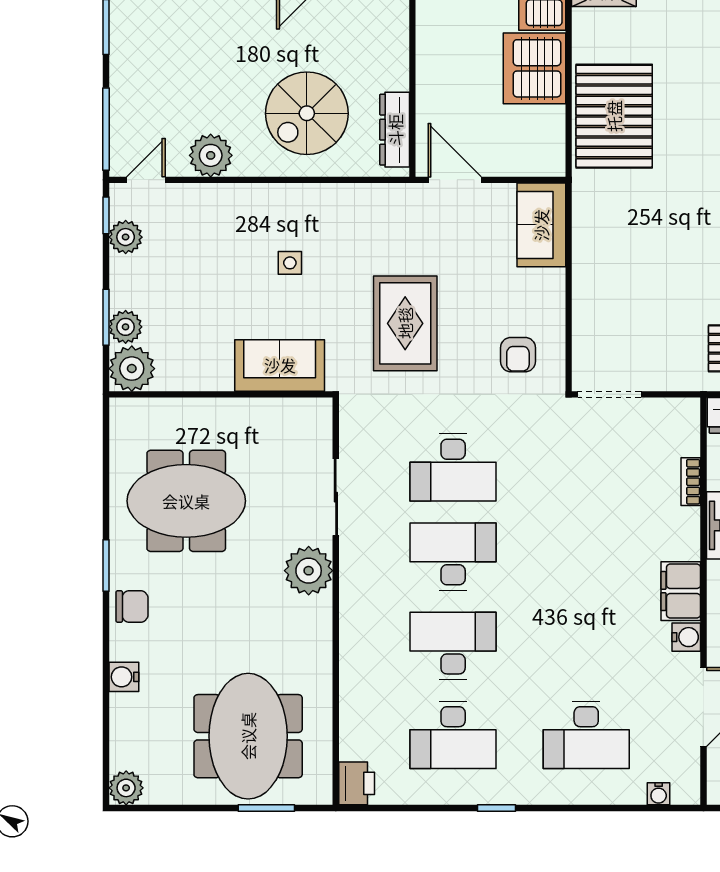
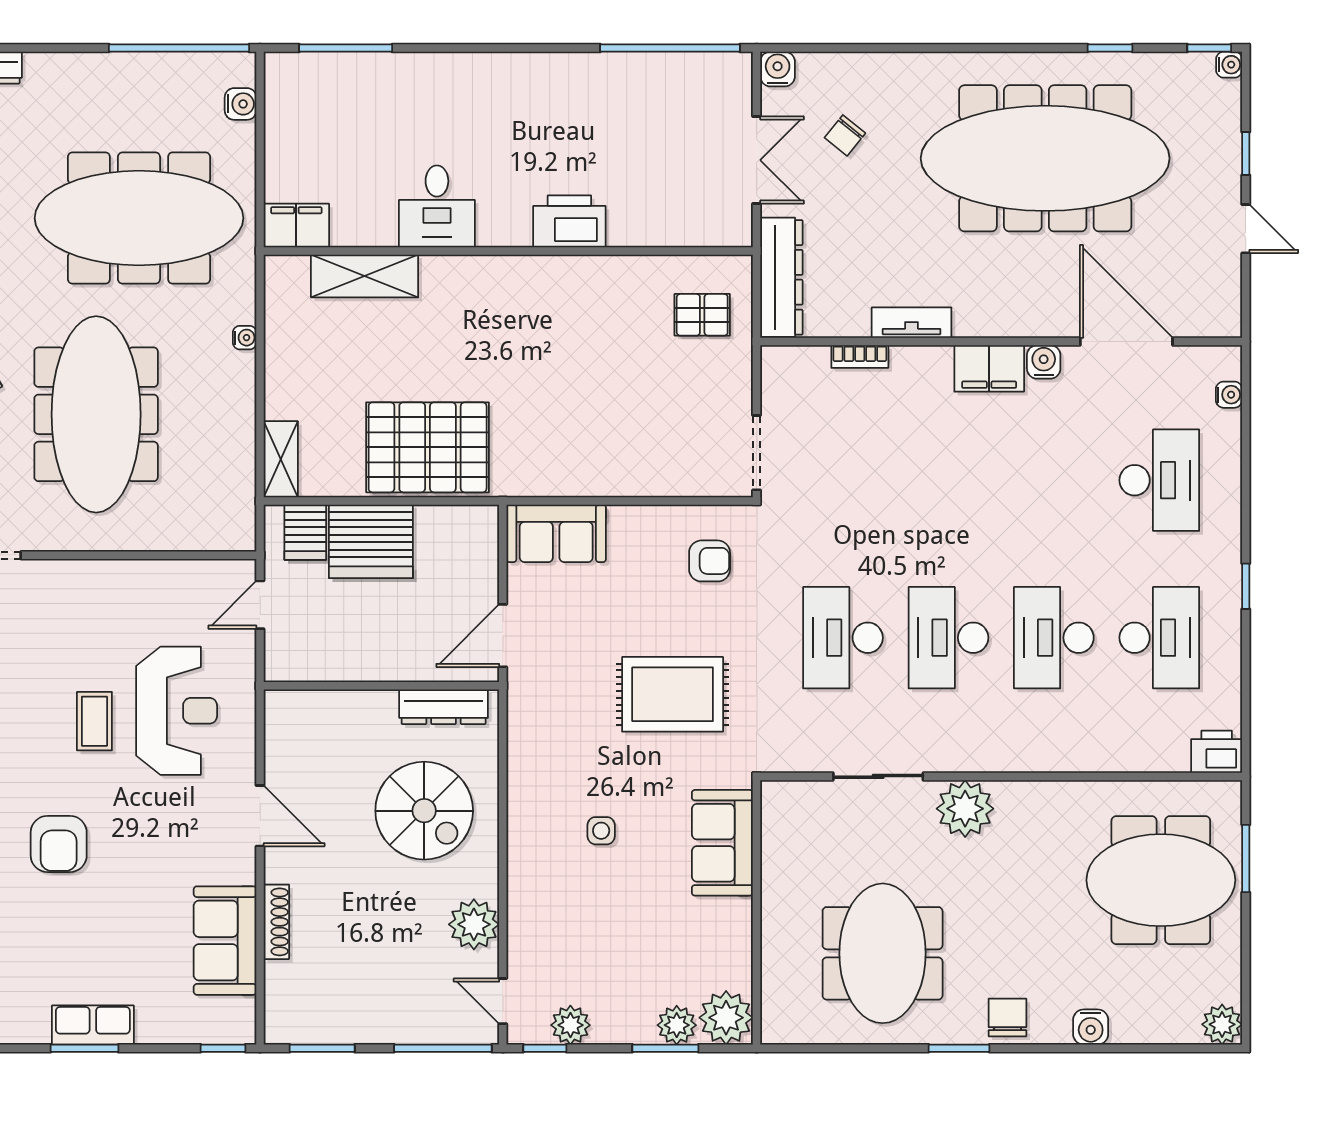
desk: (453, 467) -> (843, 638), turned 180

